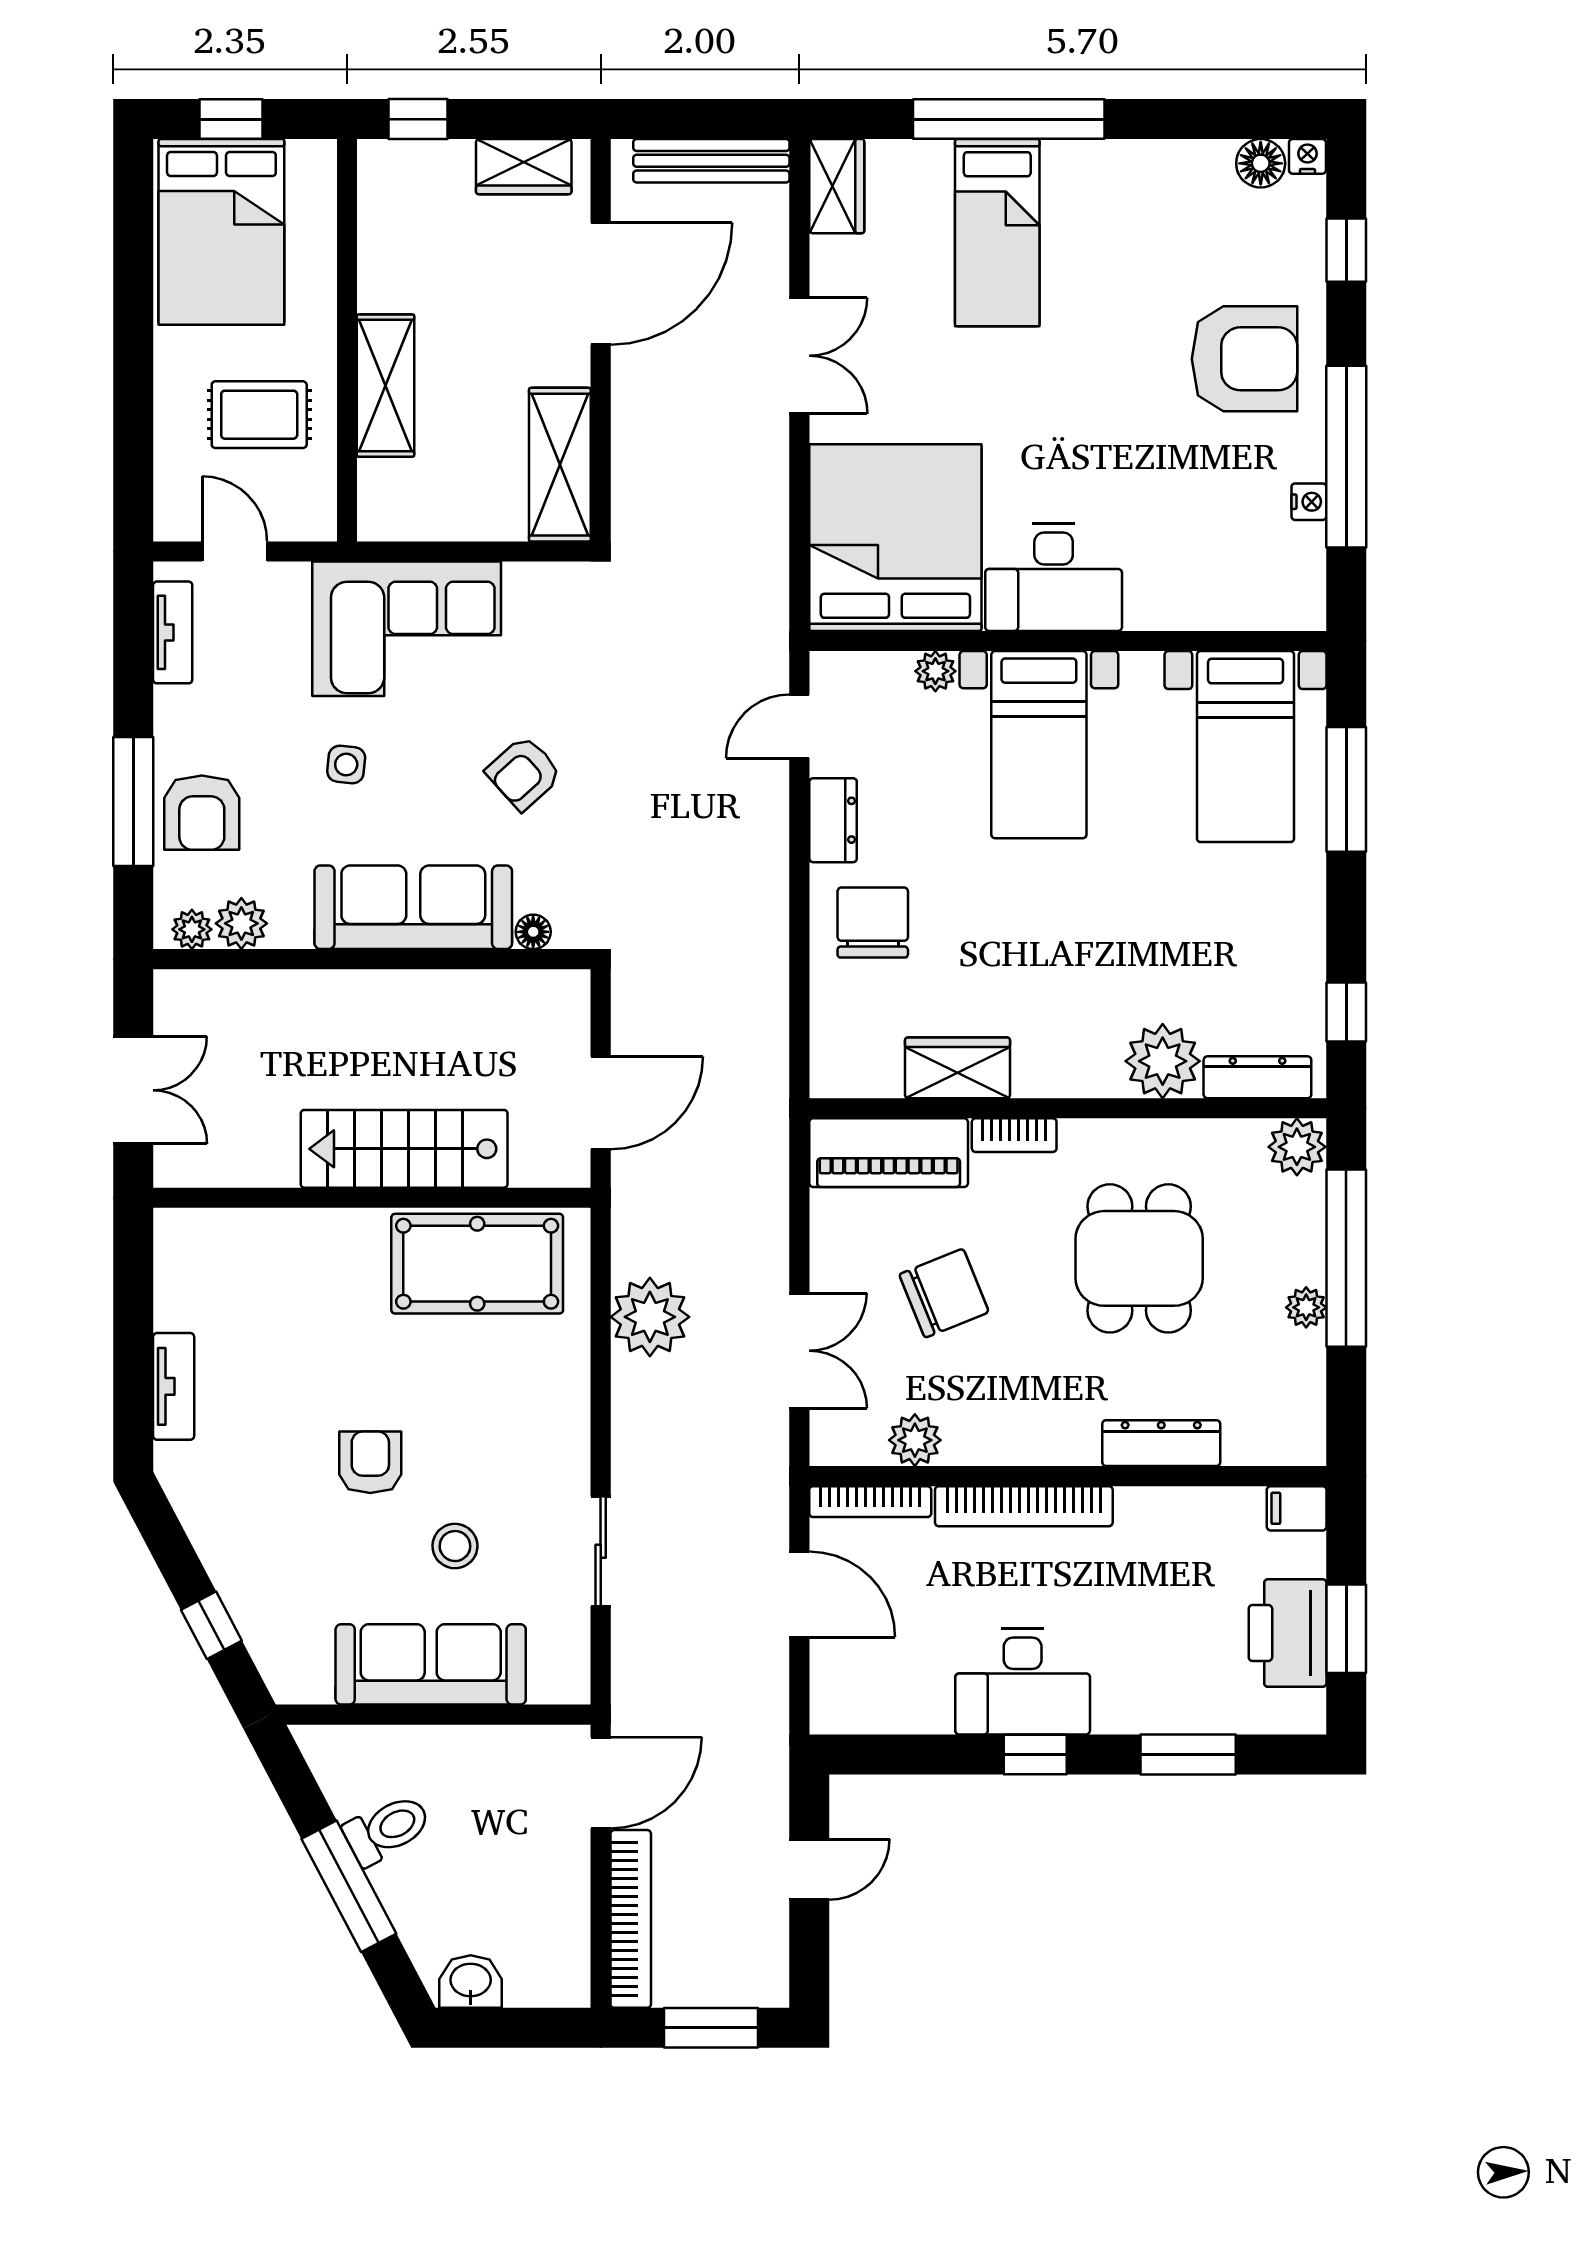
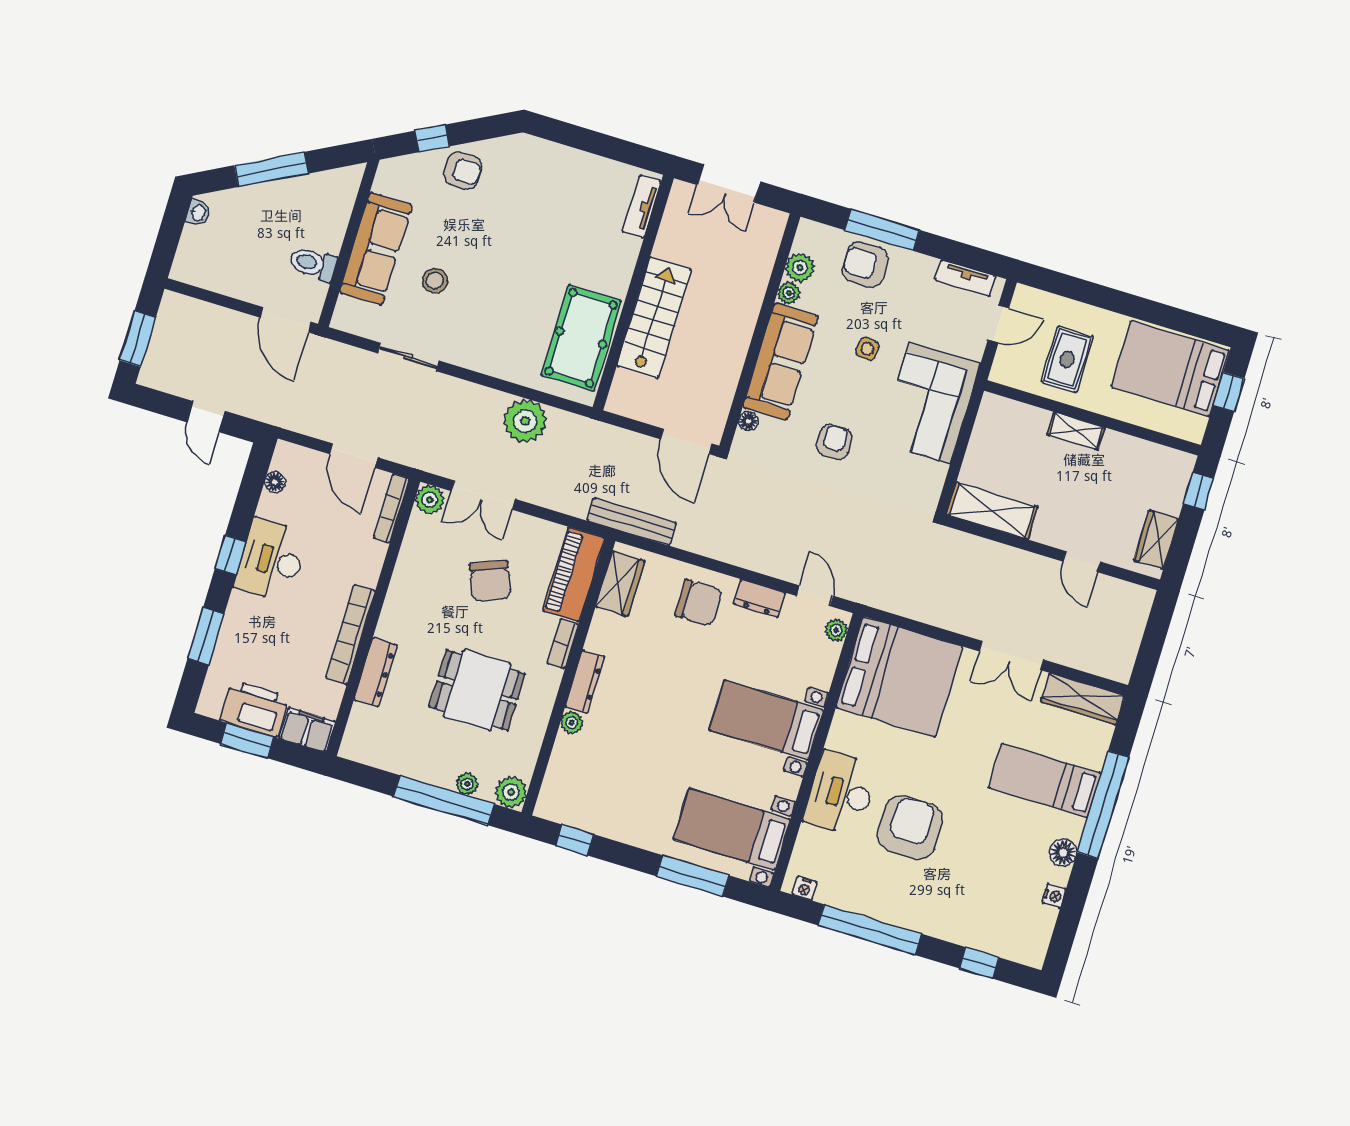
nightstand: (1307, 156) -> (1054, 896), moved
bench: (711, 161) -> (632, 522), moved, turned 90
floor lamp: (1261, 163) -> (1063, 853), moved
wardrobe: (837, 186) -> (1083, 699), width x1.50
door: (601, 284) -> (1082, 562), width x0.53
armchair: (1244, 359) -> (910, 828), moved, turned 180
shelving: (386, 386) -> (1076, 431), width x0.67, depth x0.75
nightstand: (1309, 502) -> (805, 888), moved
desk: (1054, 577) -> (841, 793), moved
plant: (935, 671) -> (836, 630), moved
armchair: (524, 773) -> (834, 442), turned 42
plant: (192, 929) -> (789, 293), moved
plant: (1163, 1061) -> (572, 723), width x0.53, depth x0.53
wardrobe: (958, 1068) -> (620, 584), moved
dresser: (1257, 1077) -> (585, 682), moved
door: (601, 1103) -> (686, 441), moved
plant: (1306, 1307) -> (467, 784), moved
tv unit: (174, 1386) -> (642, 207), moved, turned 90
plant: (915, 1440) -> (430, 500), moved
armchair: (370, 1462) -> (463, 171), moved
bookcase: (1024, 1506) -> (350, 634), moved
filing cabinet: (1297, 1508) -> (307, 730), width x2.00
door: (799, 1594) -> (354, 456), hinge flipped
floor lamp: (886, 1716) -> (275, 482), added
toilet: (387, 1829) -> (313, 264), moved, turned 118
bookcase: (631, 1919) -> (208, 314), removed
washbasin: (471, 1982) -> (198, 213), width x0.72, depth x0.69

